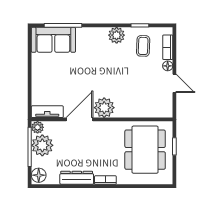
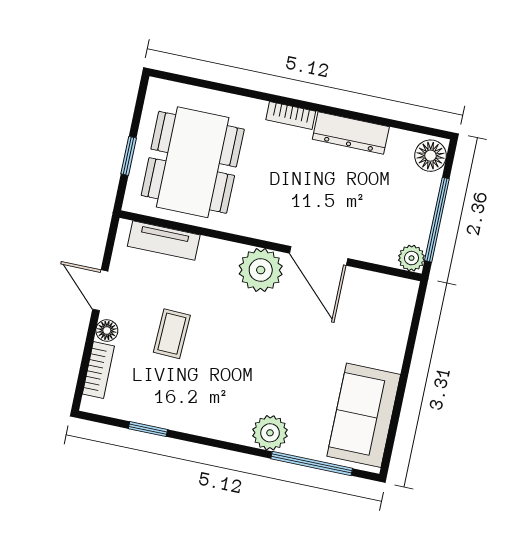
plant: (117, 35) -> (270, 433), moved
sofa: (53, 40) -> (364, 415), moved, turned -90
coffee table: (143, 46) -> (172, 334), moved
tv unit: (47, 112) -> (164, 241), moved
door: (80, 119) -> (319, 256), hinge flipped
plant: (42, 145) -> (409, 217), removed

